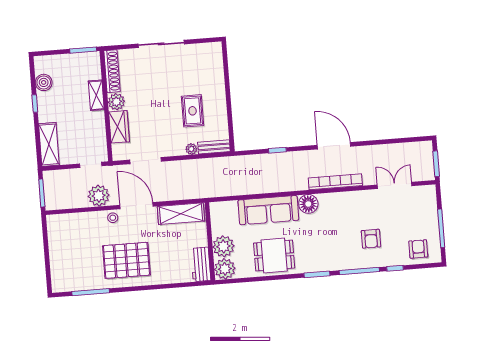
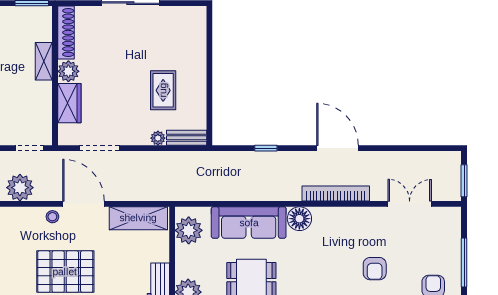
plant: (99, 196) -> (20, 188), moved
plant: (223, 246) -> (189, 230), moved

